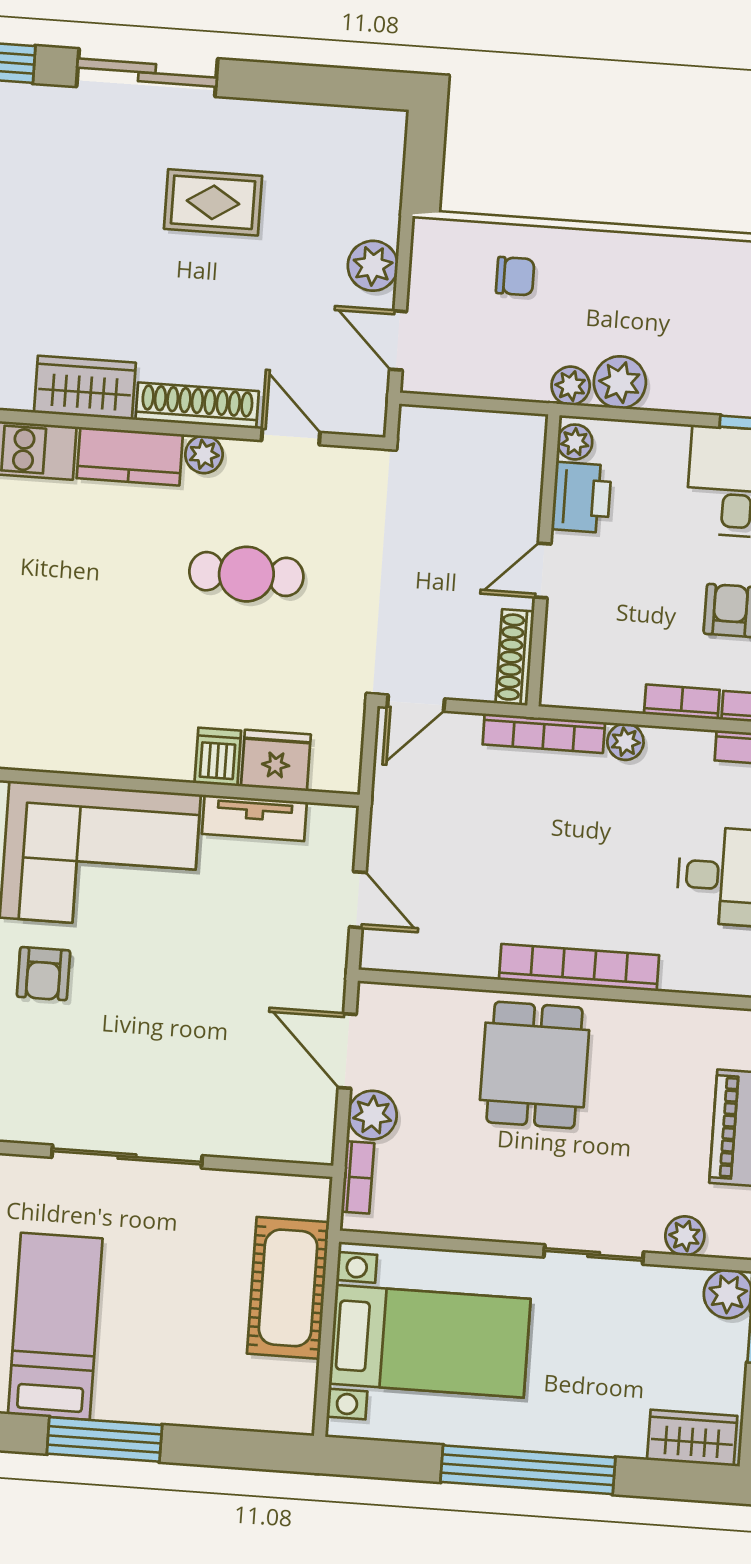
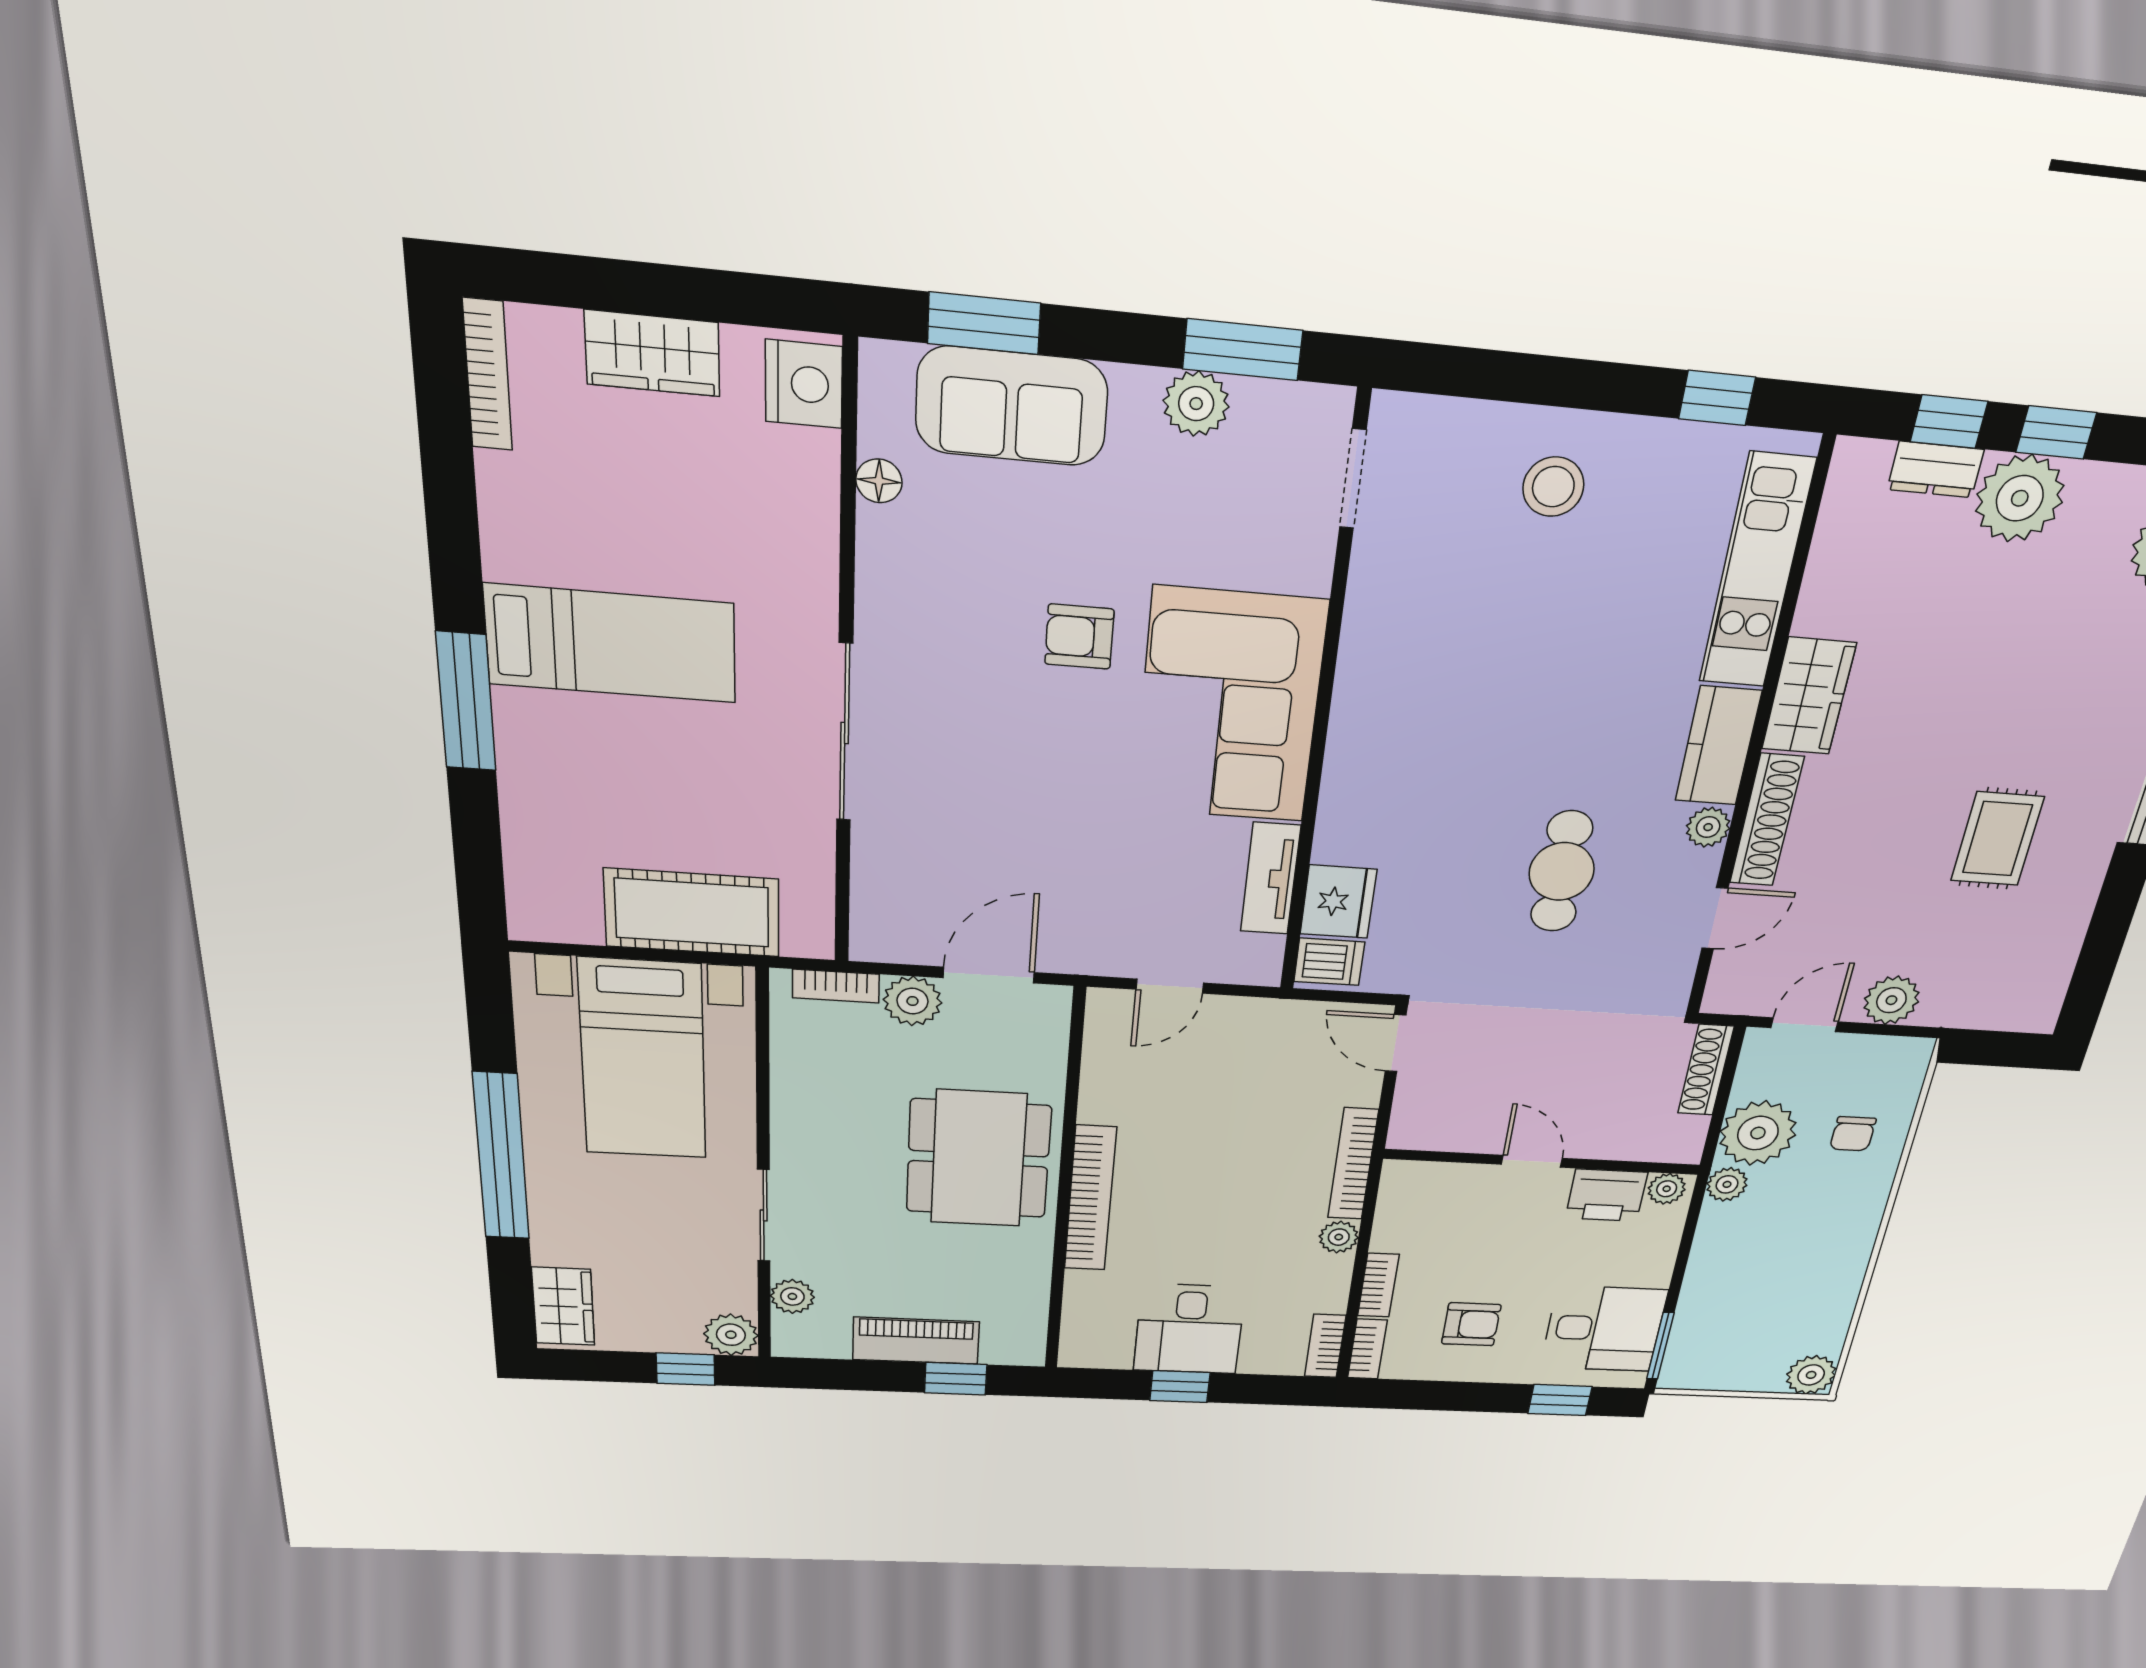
plant: (620, 382) -> (1758, 1133), moved, width x1.36, depth x1.36
shoe rack: (515, 657) -> (1706, 1070), moved, turned -90
dishwasher: (218, 757) -> (1329, 962), moved
dining table: (535, 1065) -> (979, 1159), width x1.38

